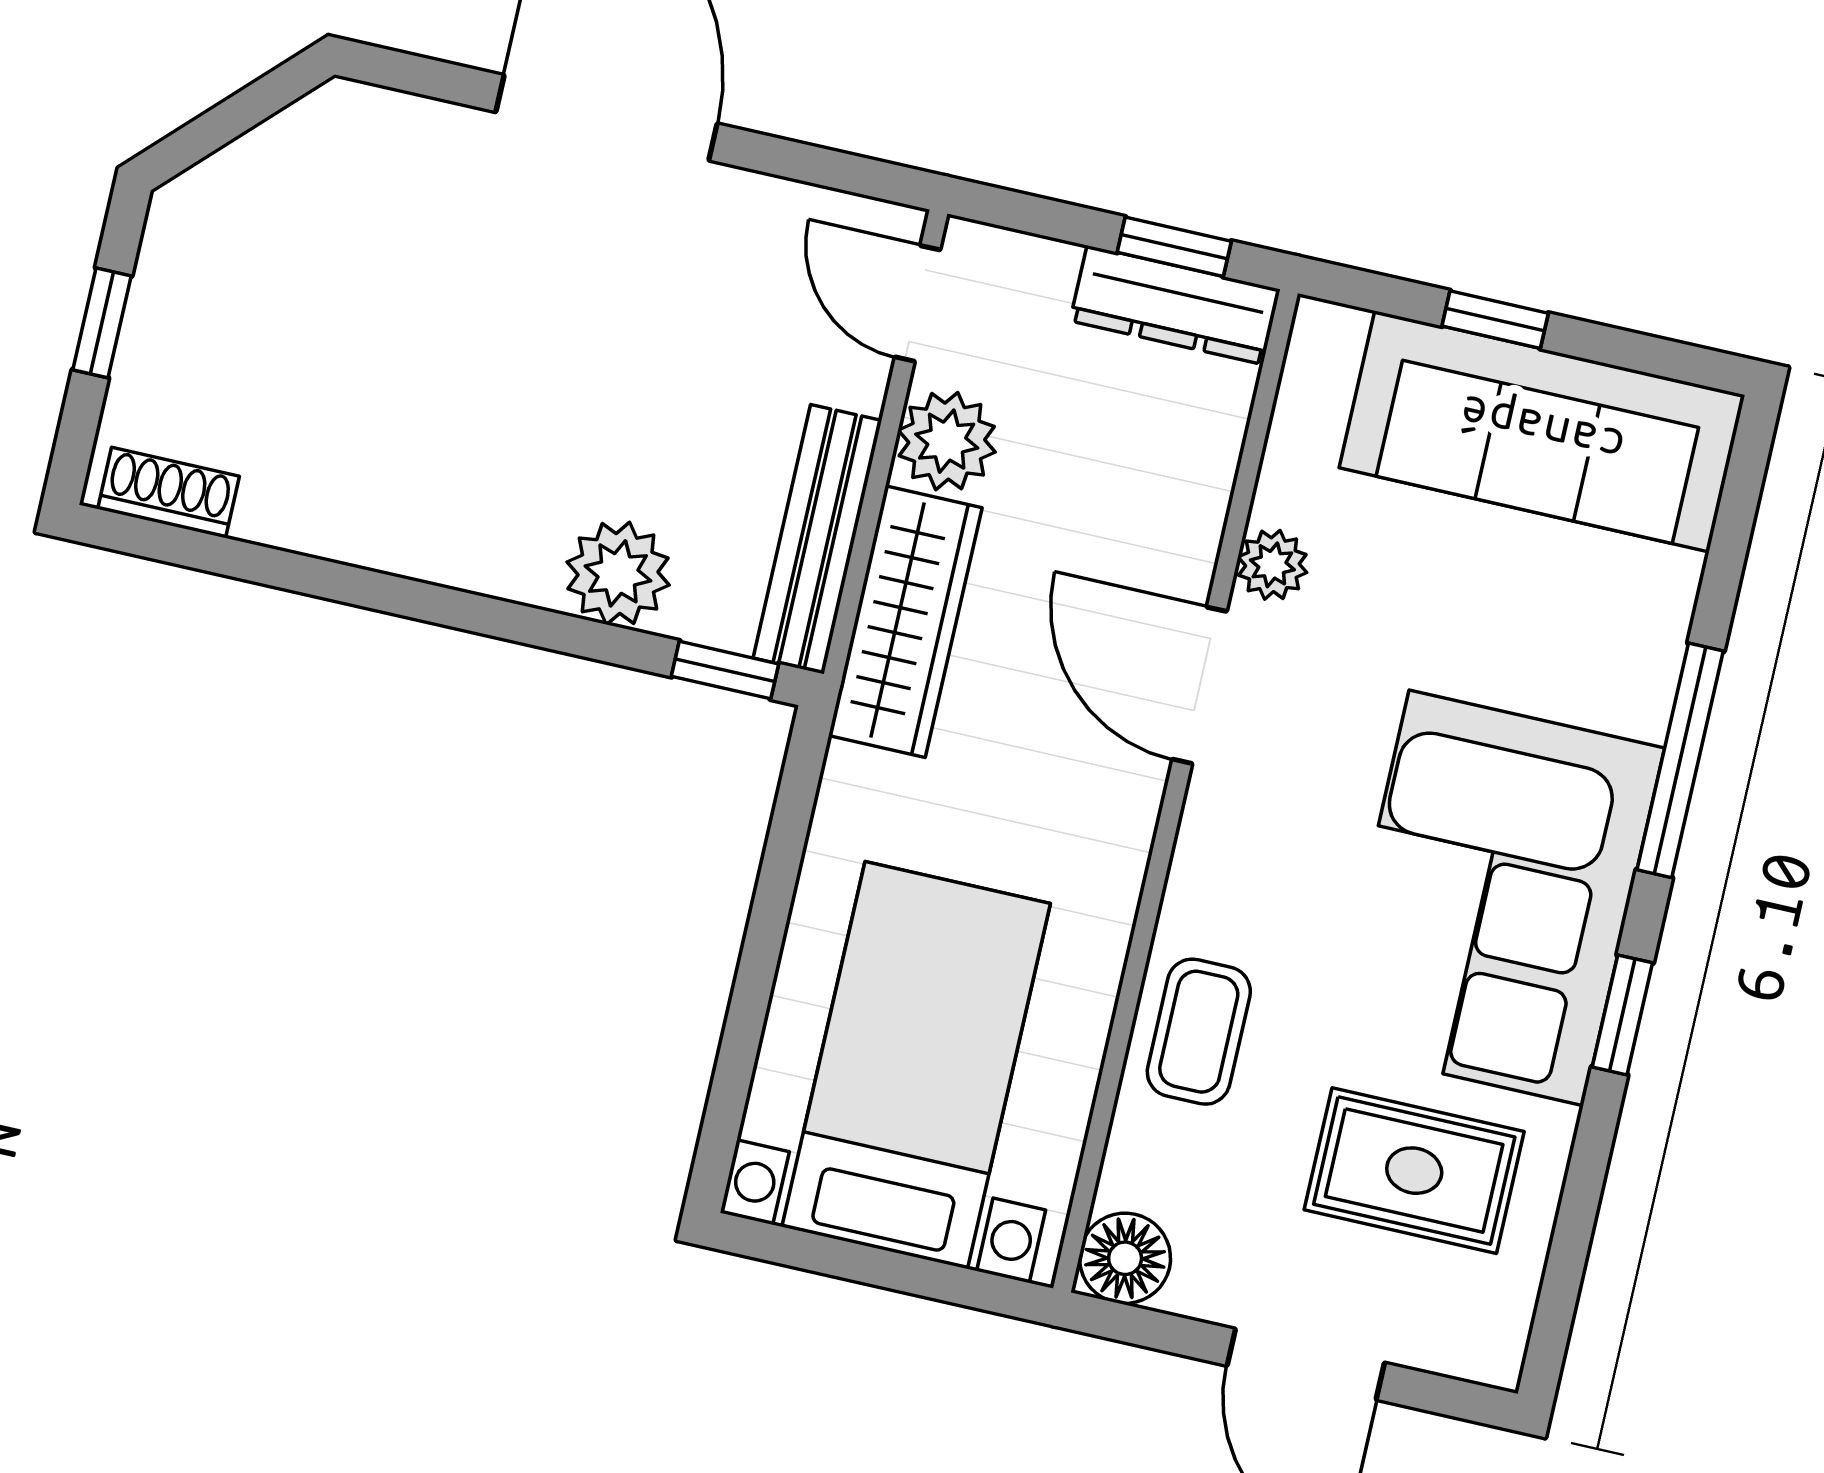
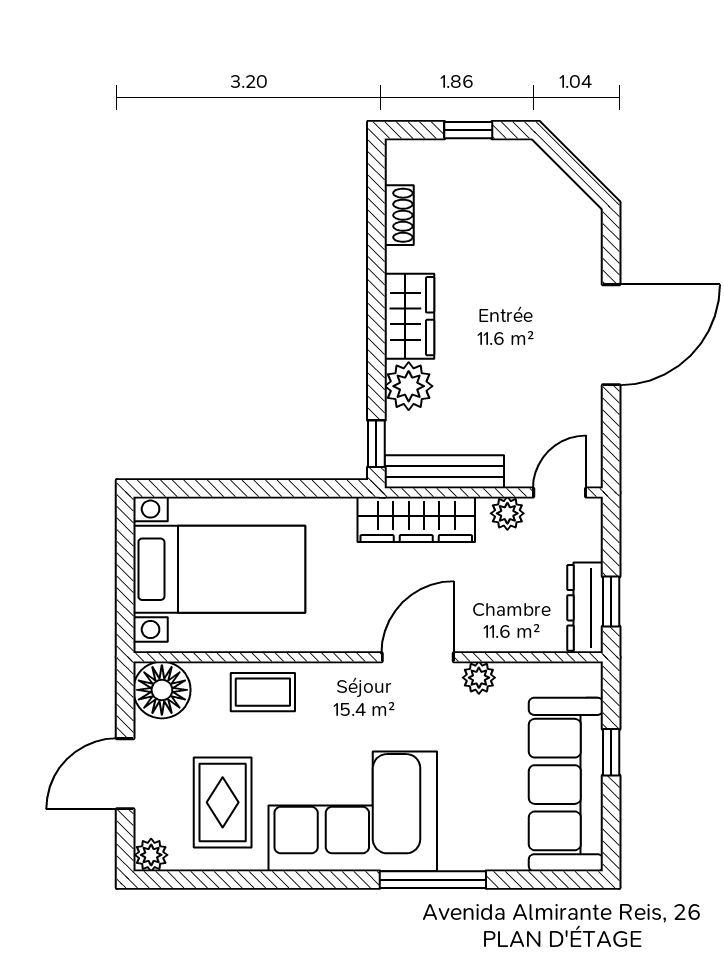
plant: (947, 441) -> (507, 513), width x0.73, depth x0.73
shoe rack: (169, 493) -> (399, 215), moved
wardrobe: (469, 538) -> (409, 316), added
window: (1622, 1015) -> (313, 880), removed
floor lamp: (1125, 1258) -> (162, 690), width x1.38, depth x1.38
plant: (1491, 1348) -> (151, 855), added

